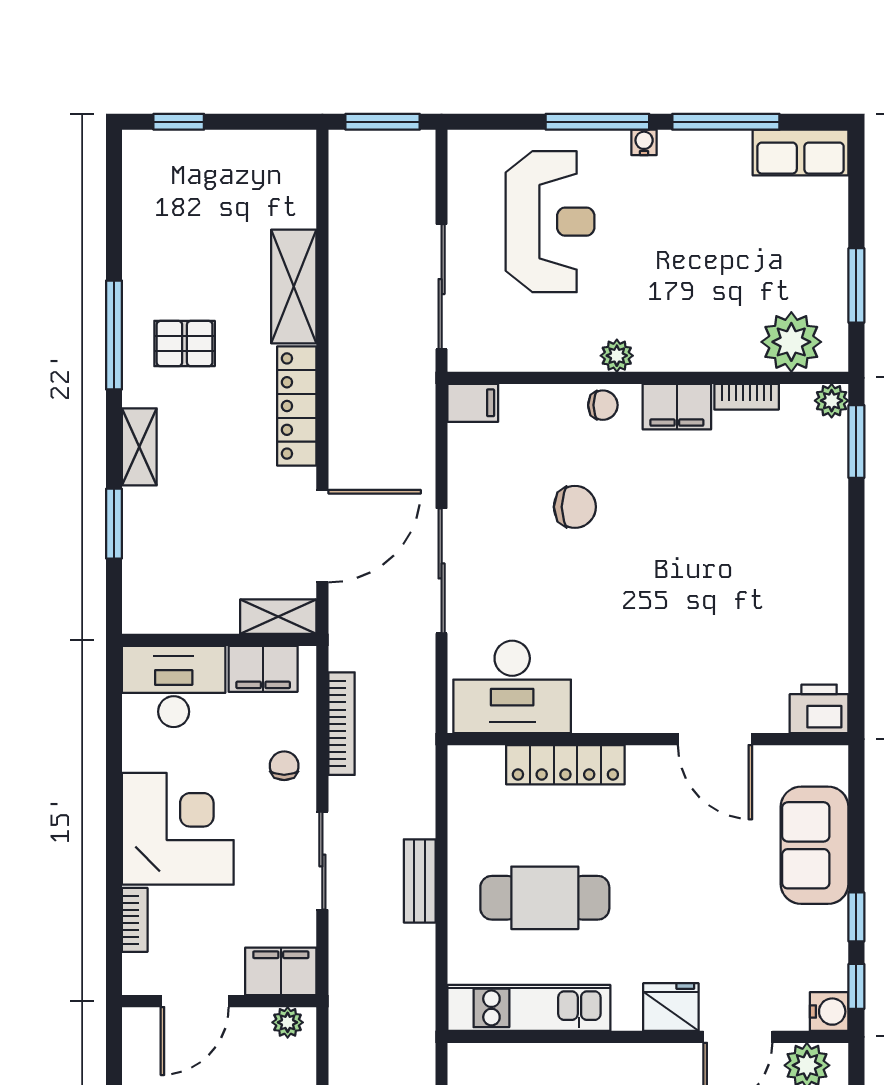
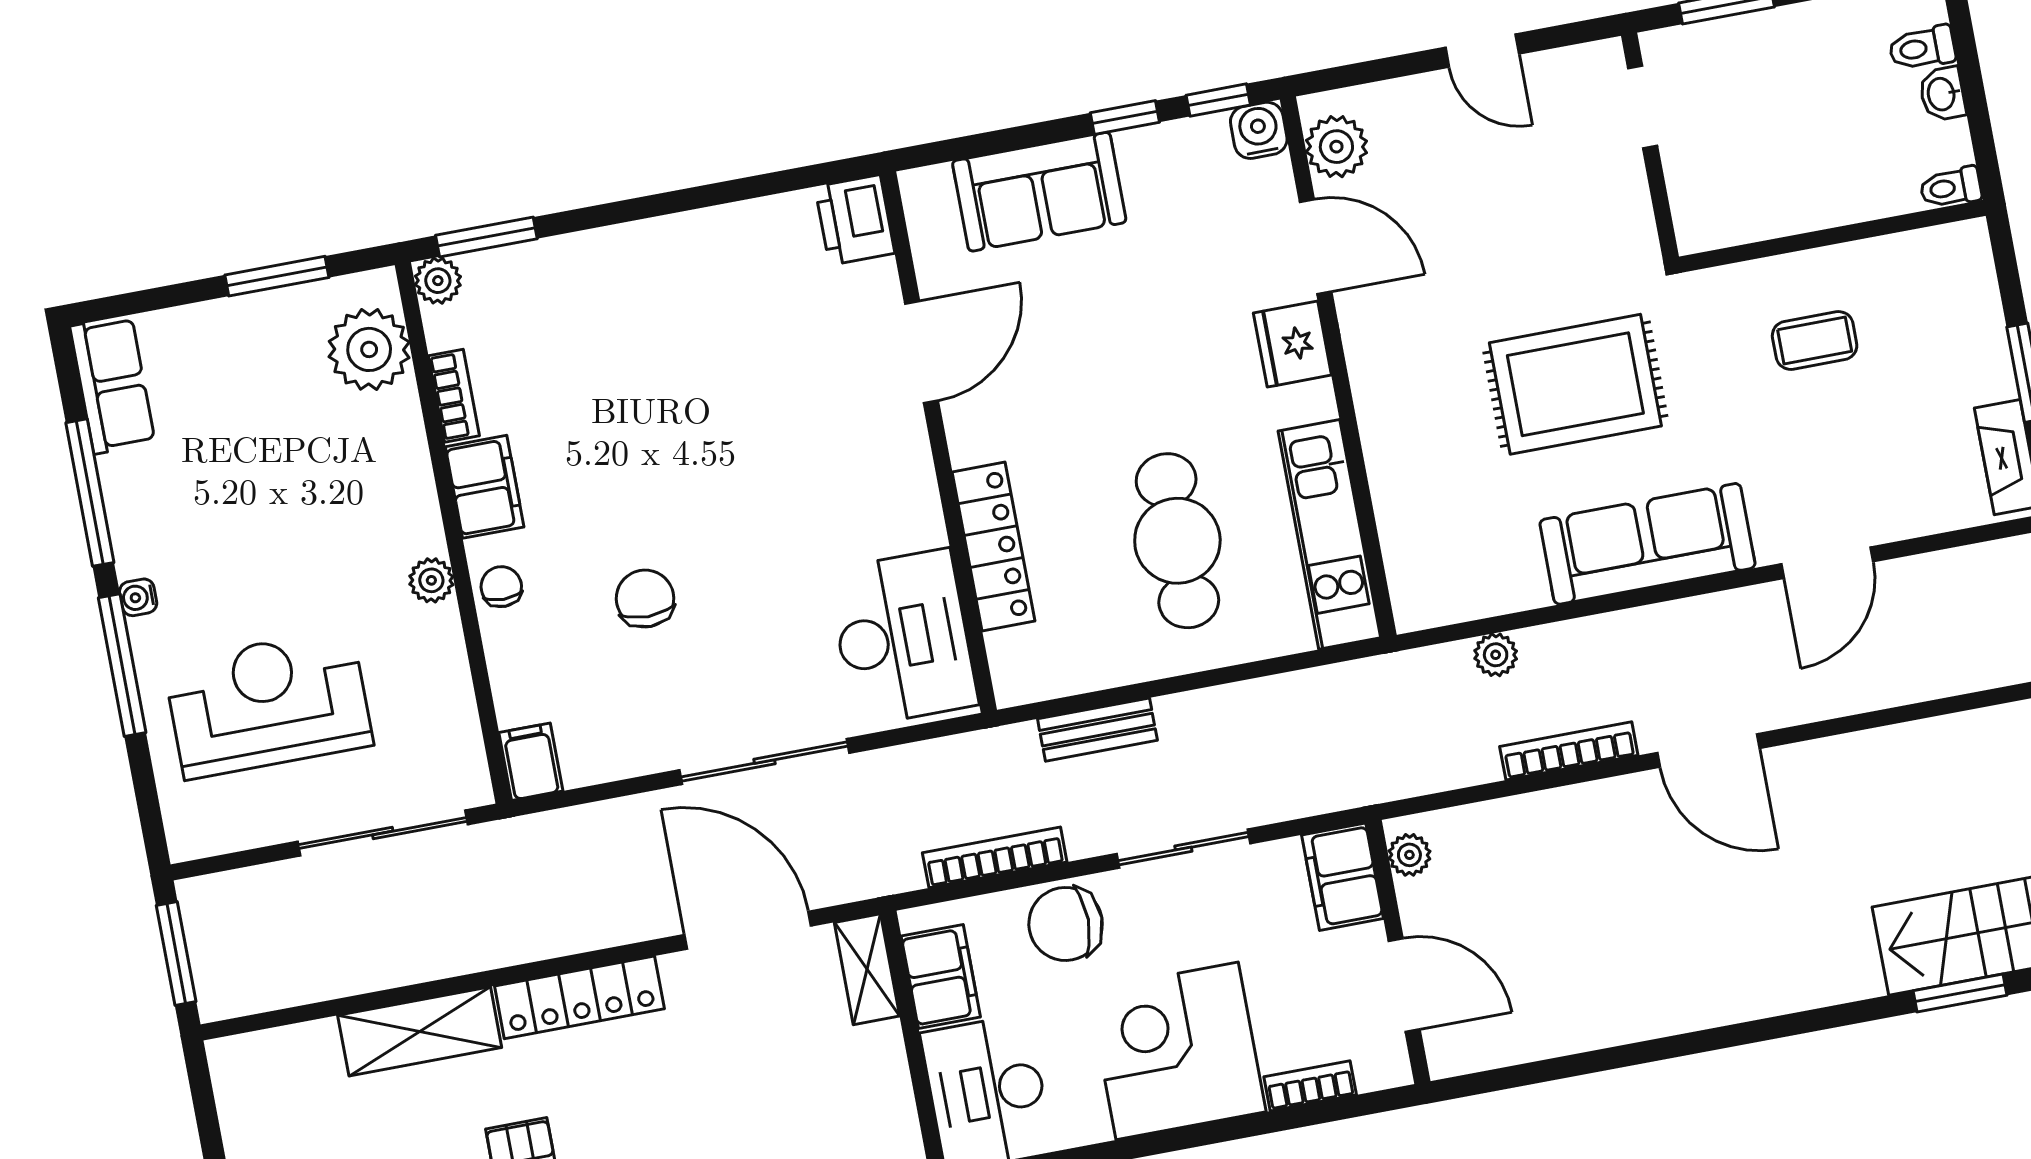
chair: (284, 766) -> (1066, 924), width x1.87, depth x1.87
bench: (420, 881) -> (1097, 730), moved

